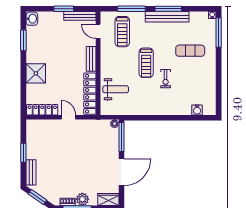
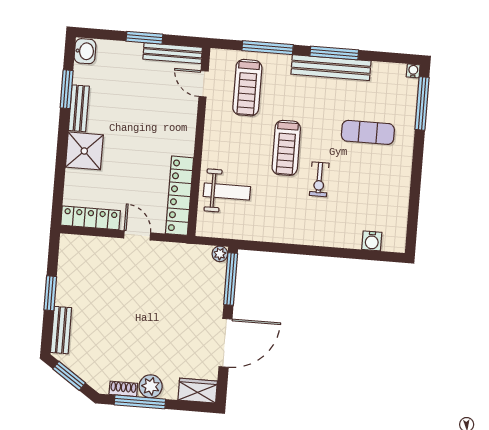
bench: (91, 59) -> (79, 108), moved

